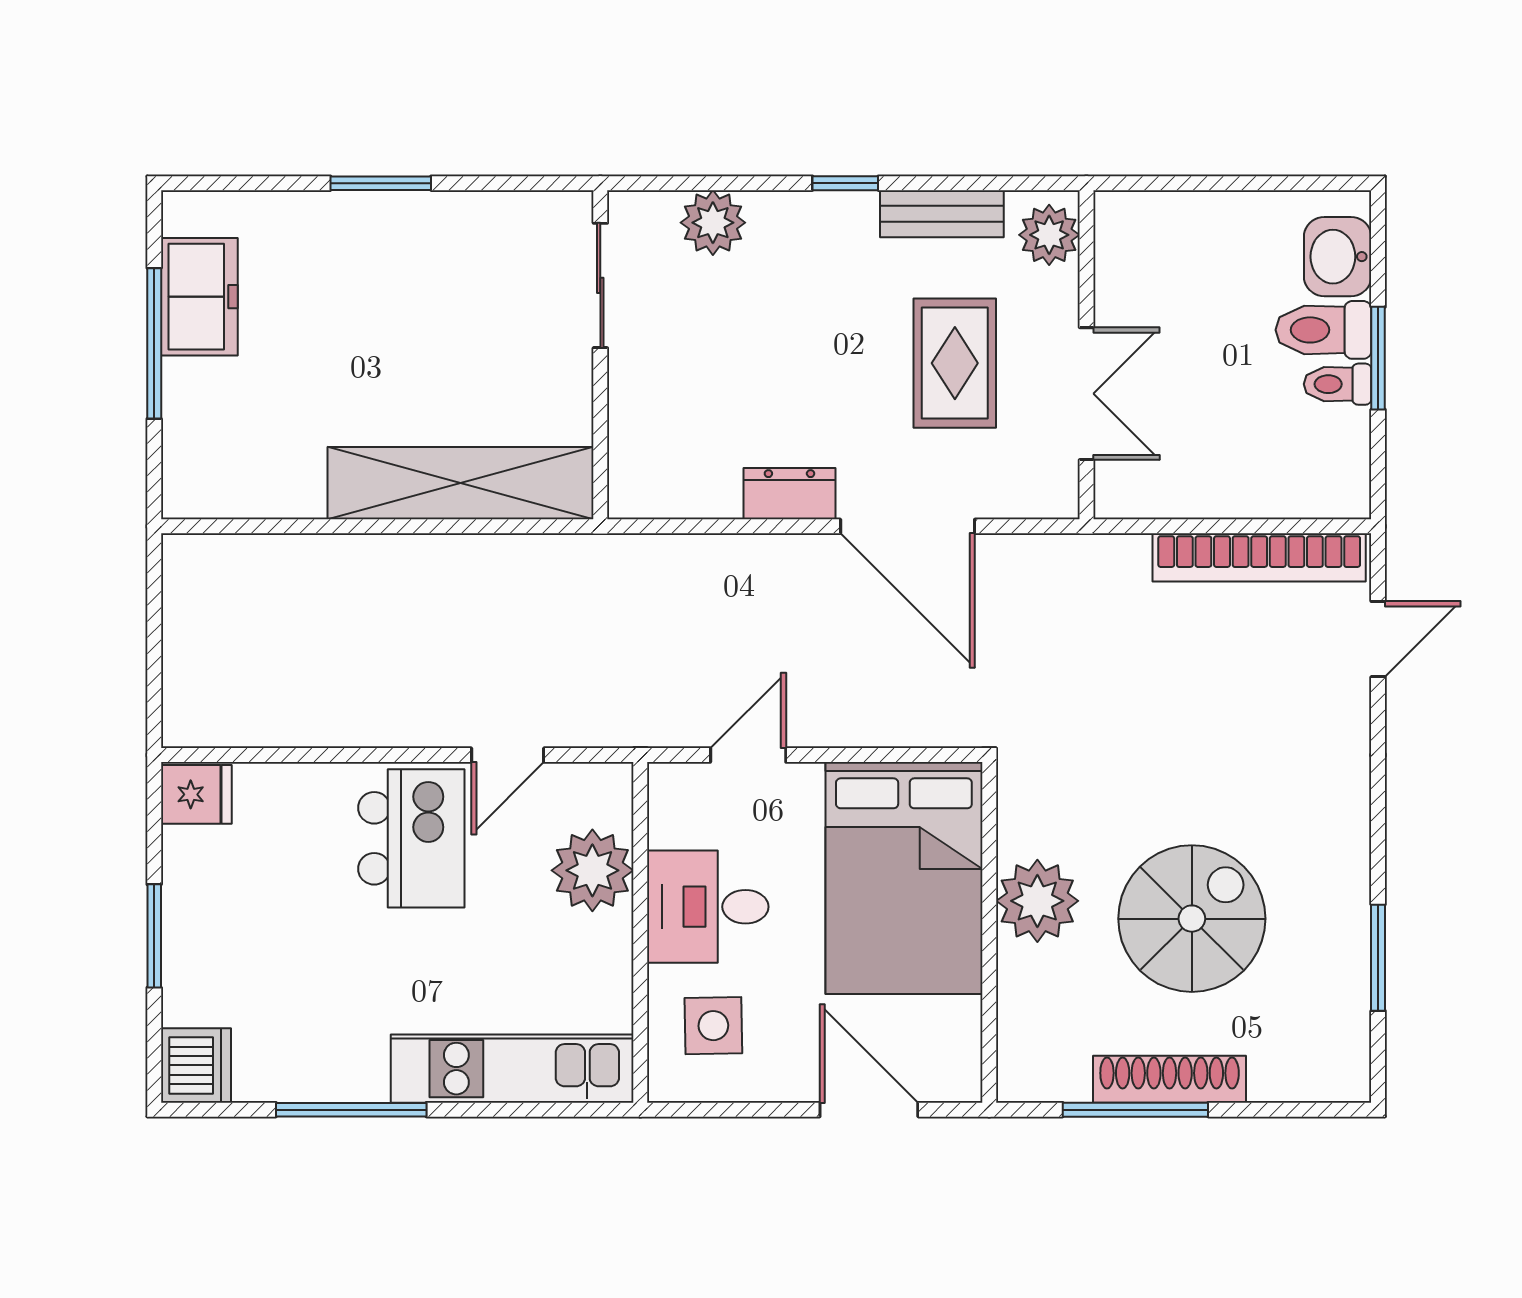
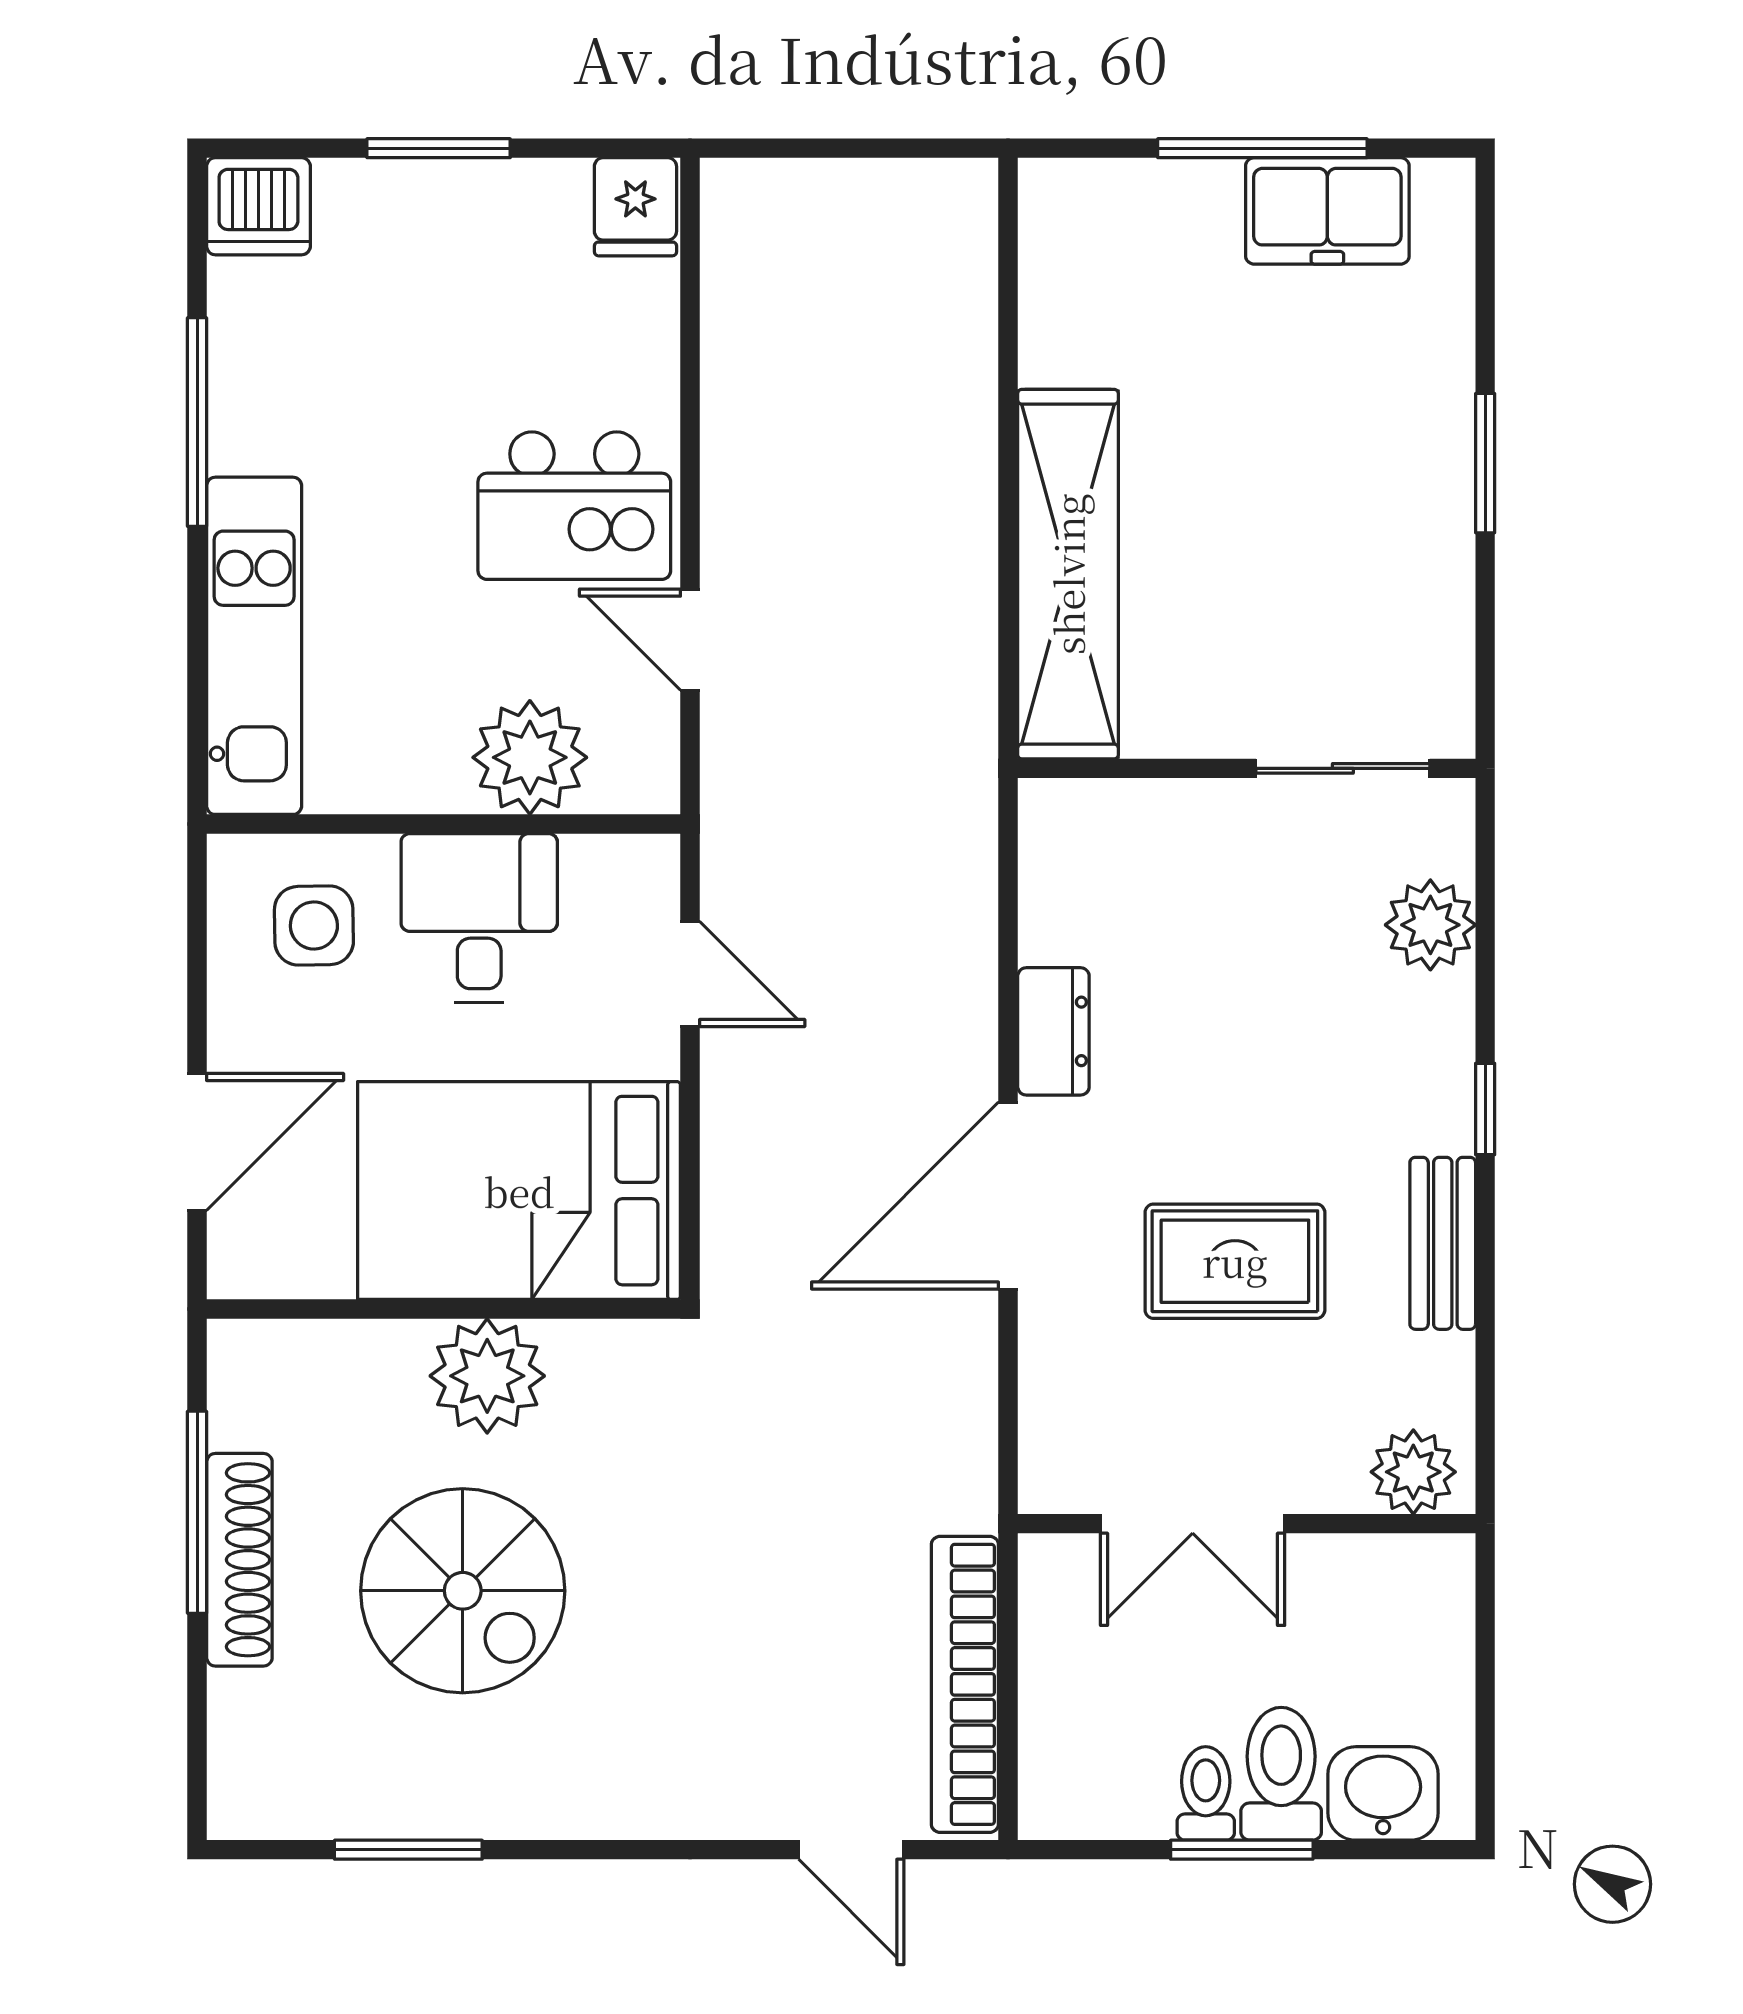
plant: (1049, 235) -> (1413, 1472), moved
wall: (1086, 355) -> (1247, 1524), moved
double door: (1086, 394) -> (1193, 1524), moved

